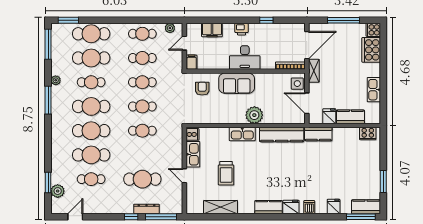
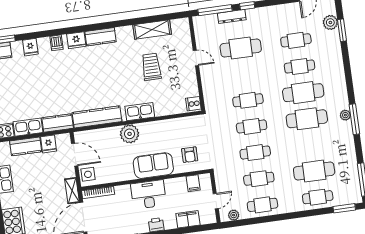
cafe table: (91, 34) -> (318, 197), width x0.73, depth x0.74
filing cabinet: (192, 62) -> (193, 183), moved
plant: (56, 80) -> (345, 115), moved
cafe table: (91, 82) -> (310, 145), removed
kitchen sink: (193, 154) -> (28, 127), moved, turned 90
cafe table: (91, 155) -> (300, 66), width x0.73, depth x0.74

